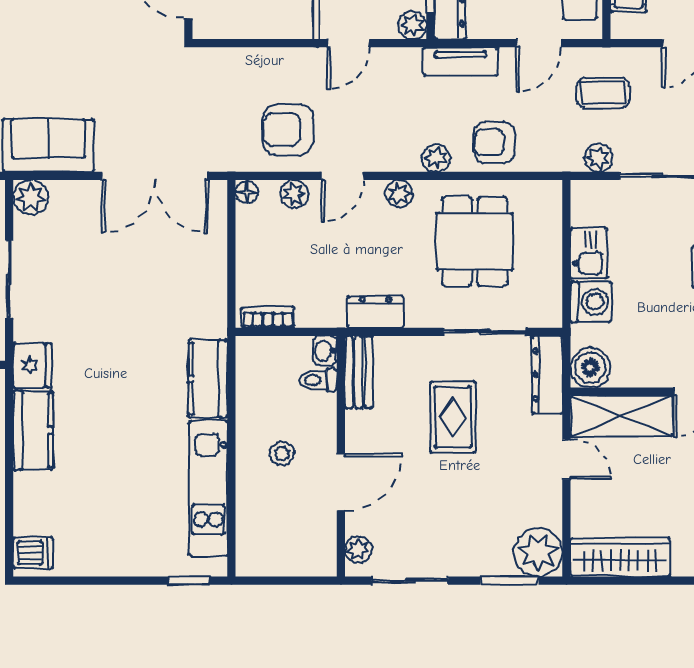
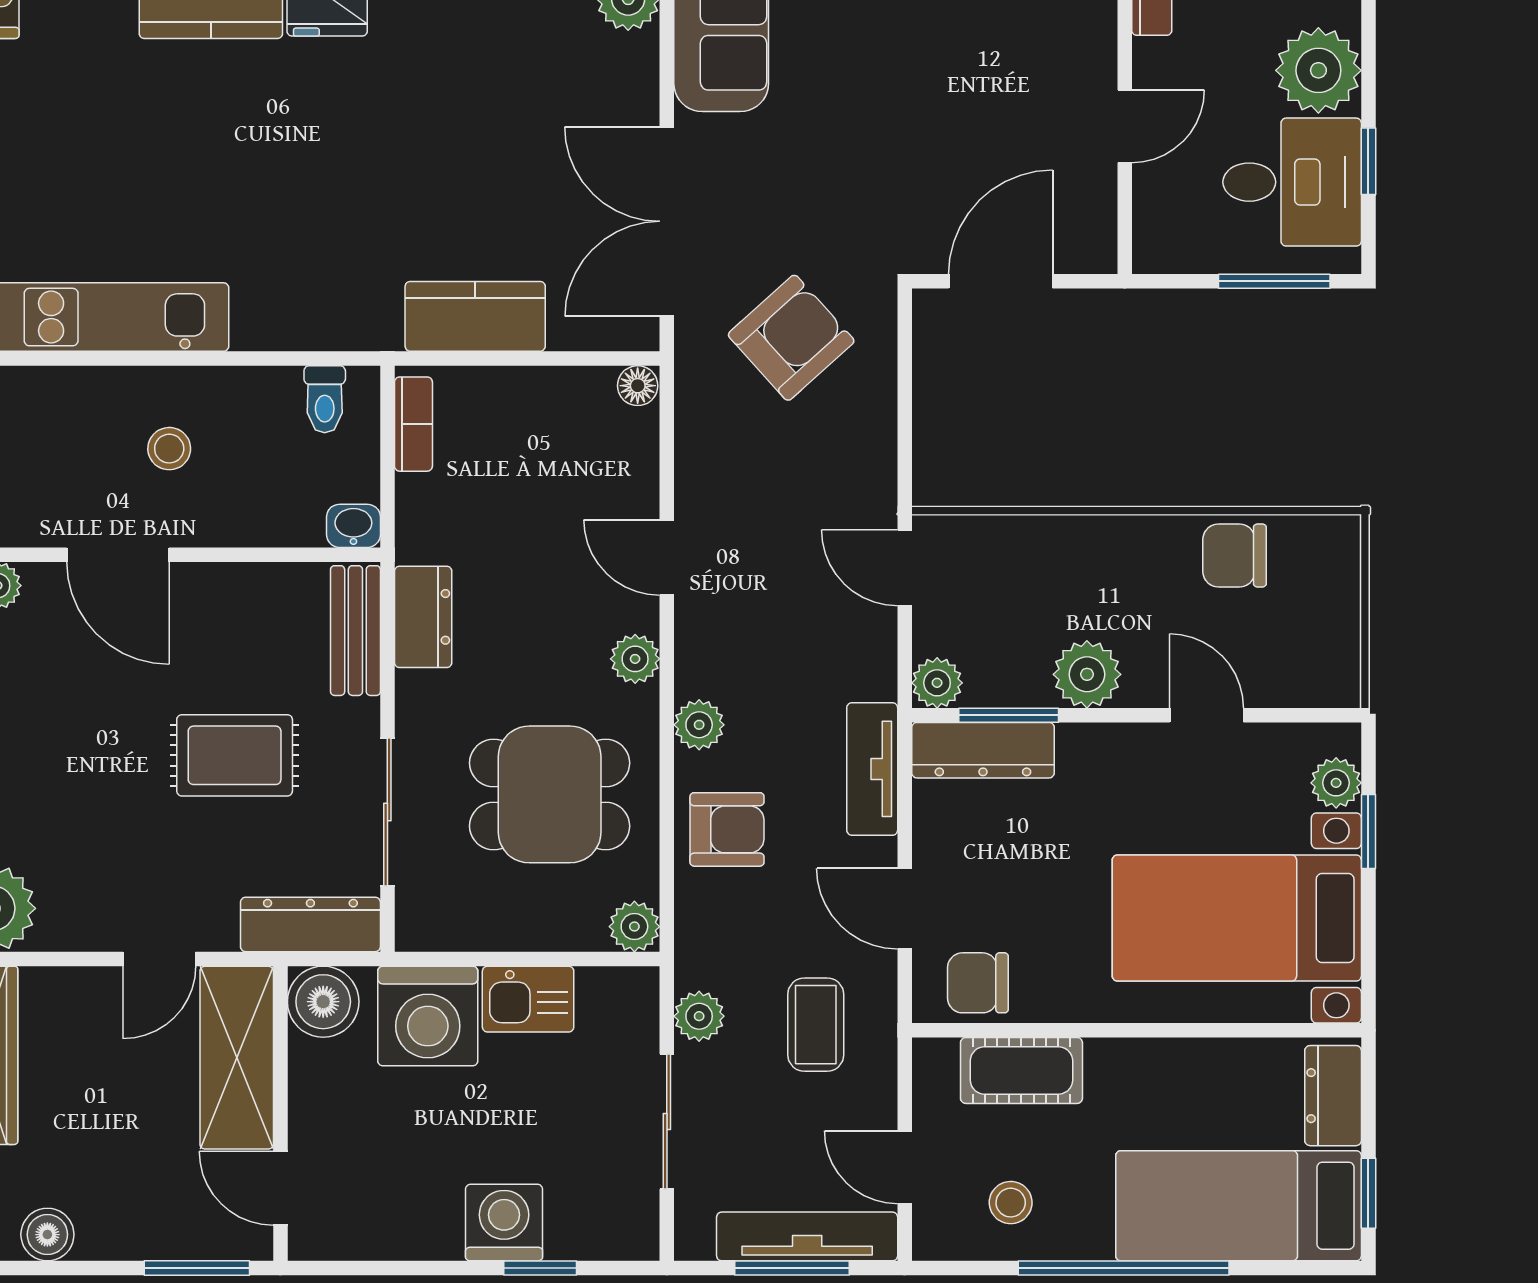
armchair: (288, 129) -> (791, 338), moved, turned 48
armchair: (494, 142) -> (727, 829), turned 90
plant: (294, 194) -> (634, 927), moved
washing machine: (591, 302) -> (428, 1016), width x1.37, depth x1.37
bench: (359, 372) -> (355, 631), moved, turned 90
kitchen counter: (208, 379) -> (475, 316), moved
toilet: (318, 380) -> (325, 399), moved, turned 180

